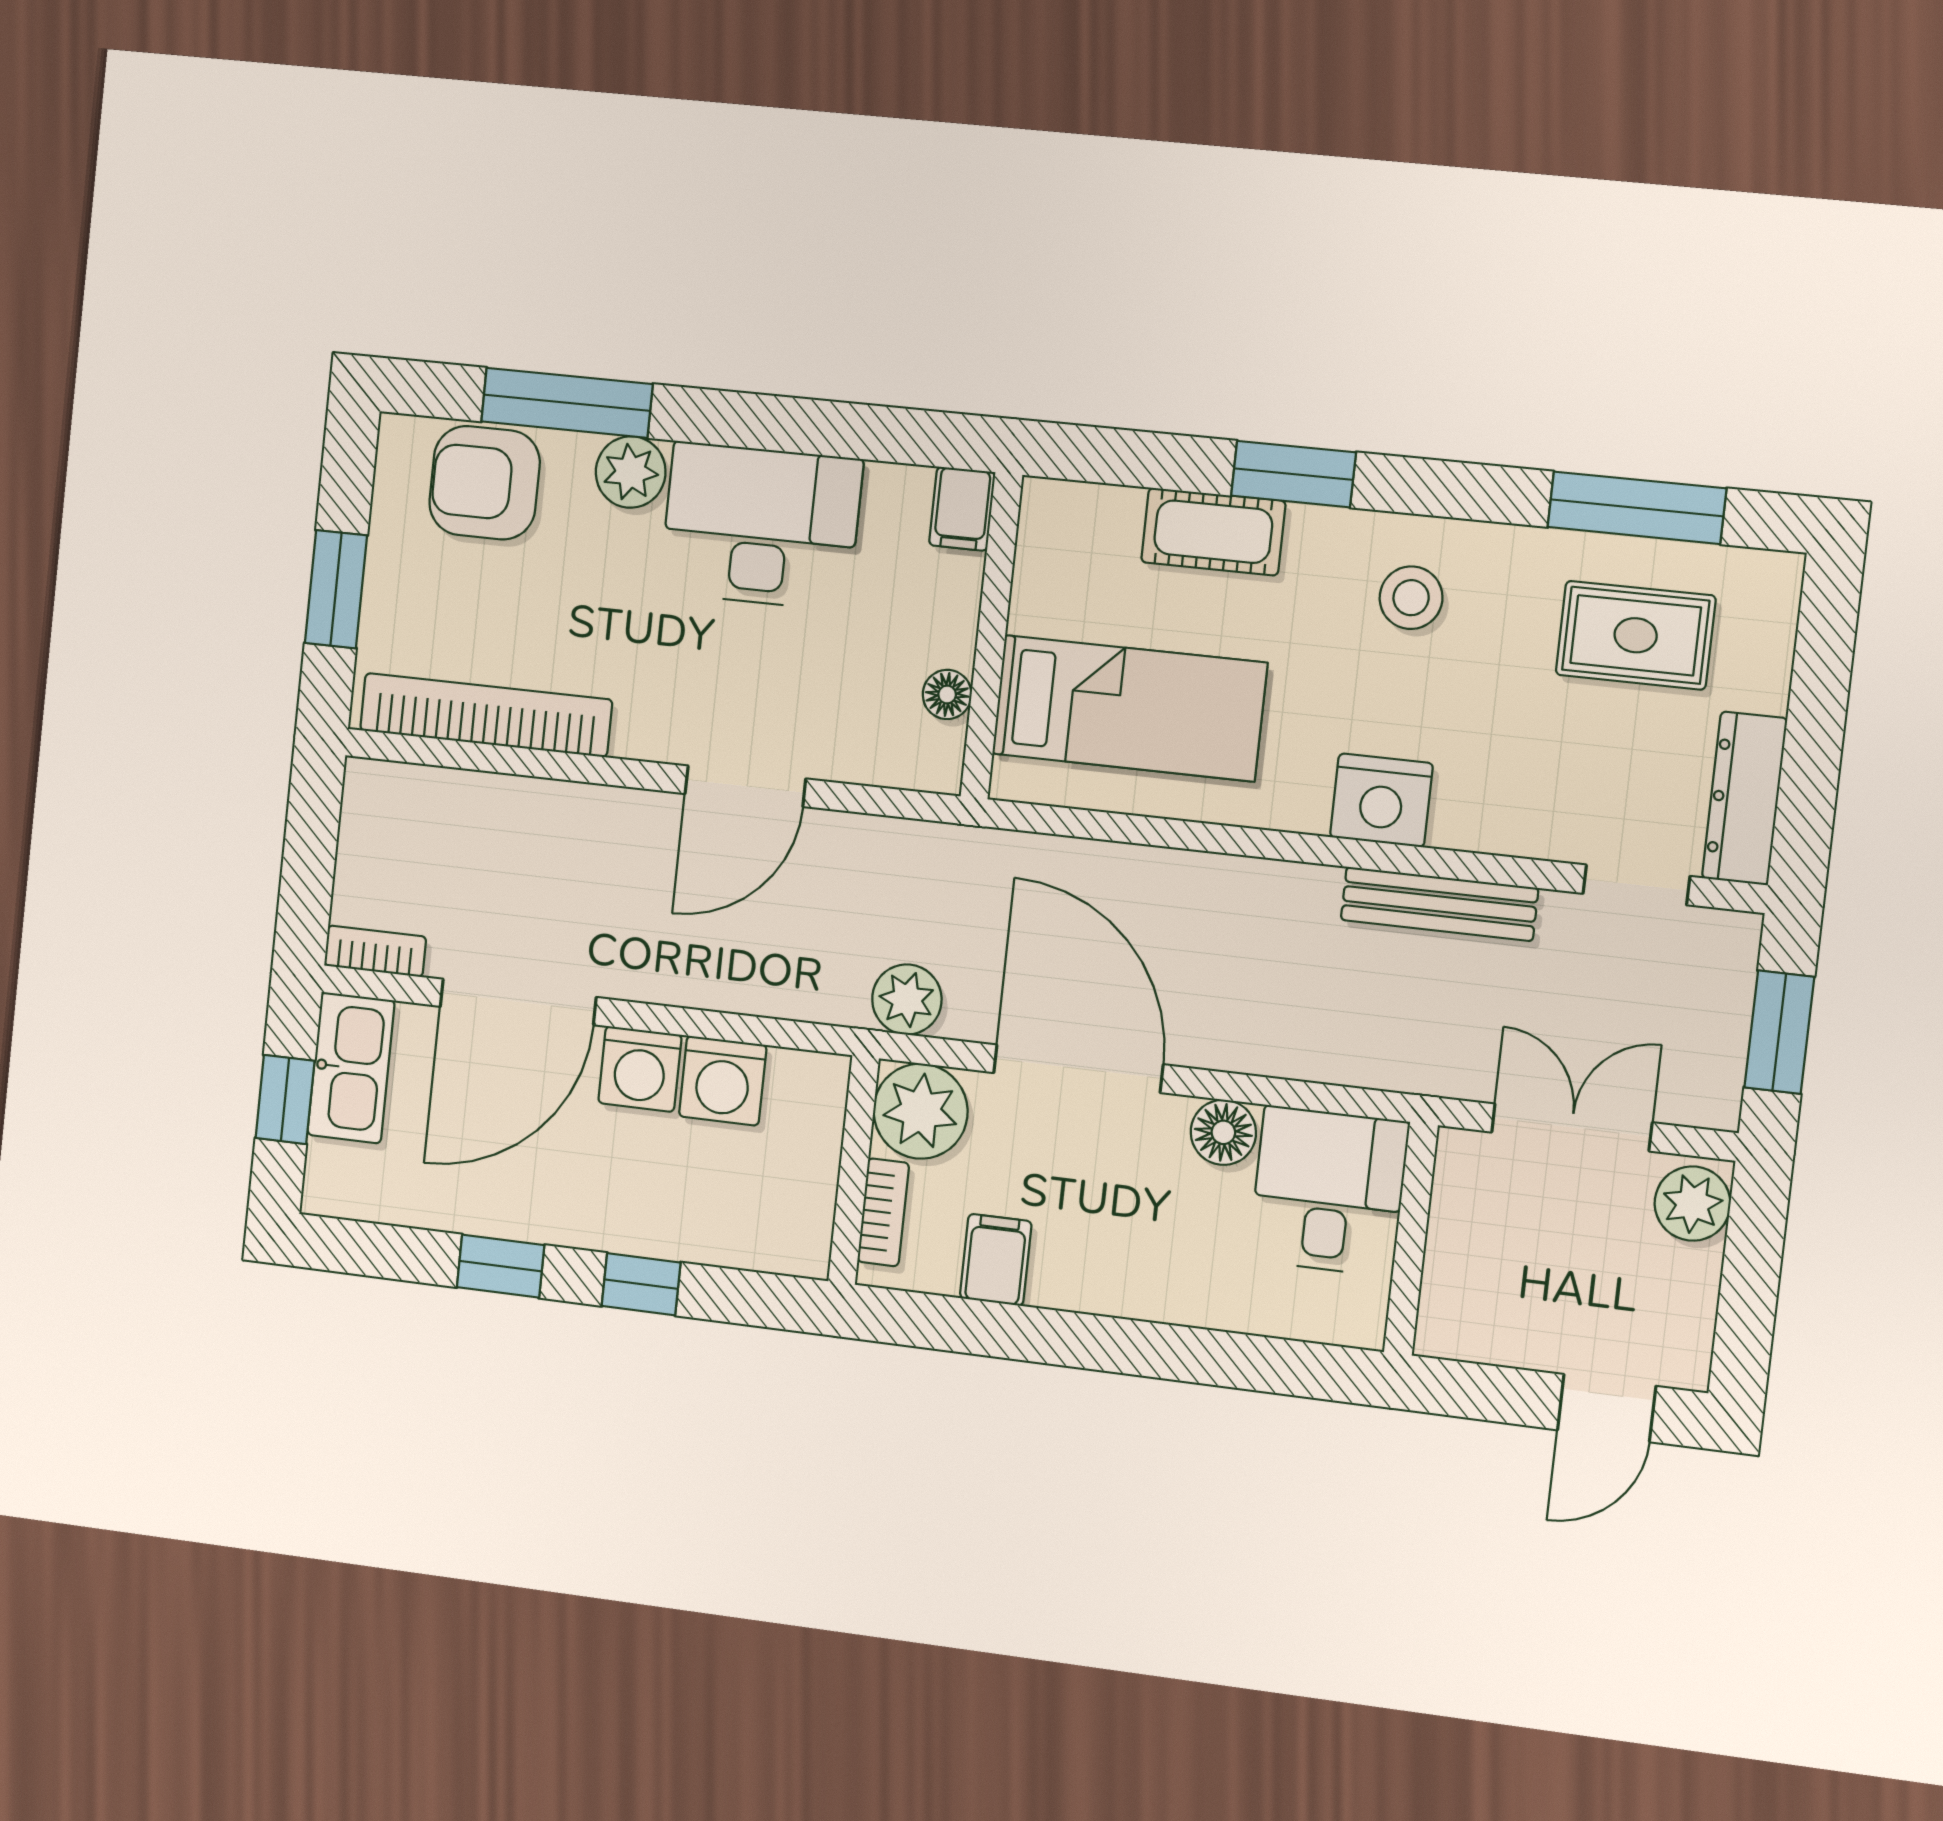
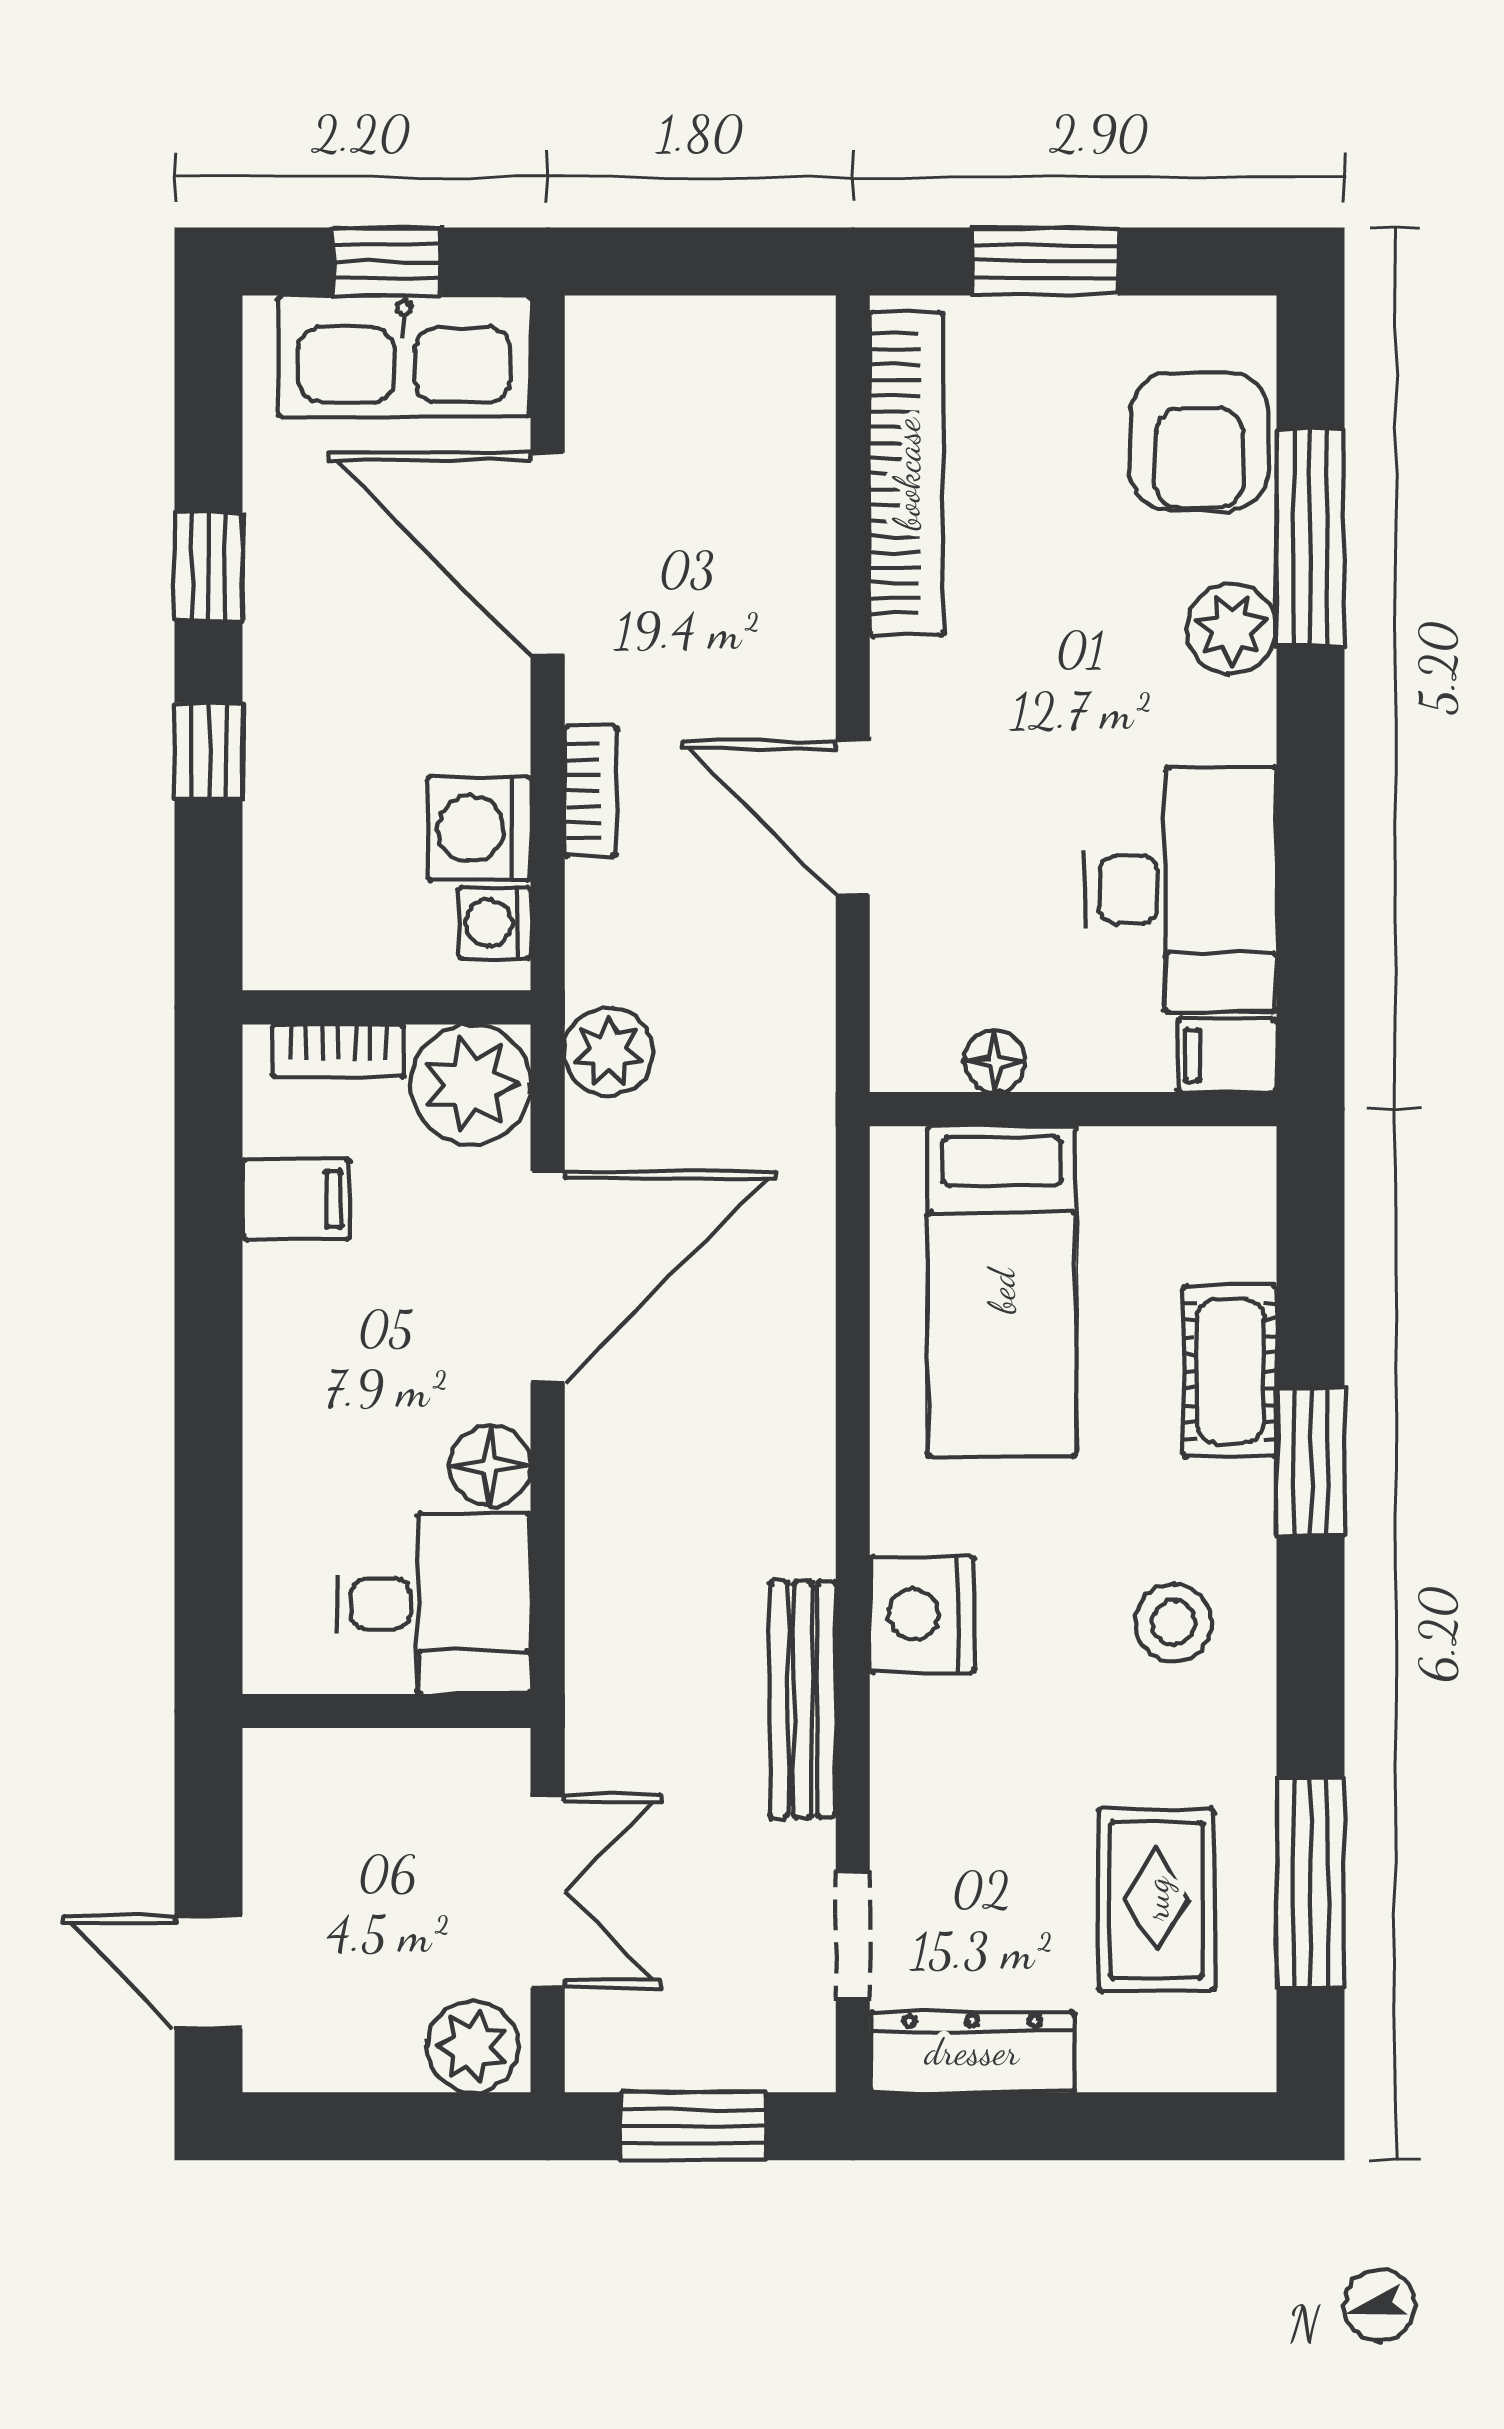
armchair: (485, 483) -> (1200, 442), turned 180
desk: (761, 526) -> (1181, 889), moved
bookcase: (375, 951) -> (591, 791), moved
kitchen sink: (351, 1068) -> (404, 356), width x1.36, depth x1.24
washing machine: (640, 1069) -> (495, 923), moved, width x0.73, depth x0.73

